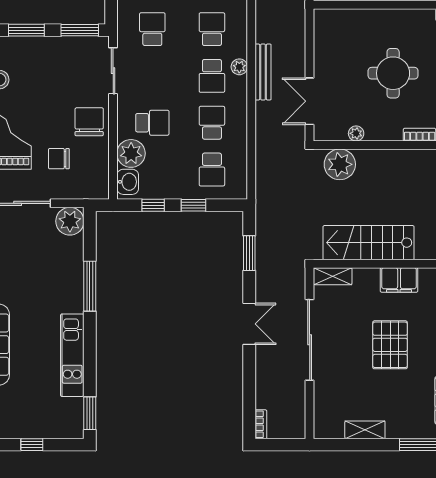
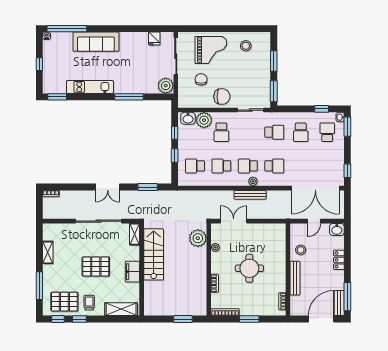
school desk: (212, 123) -> (221, 166), turned 180

